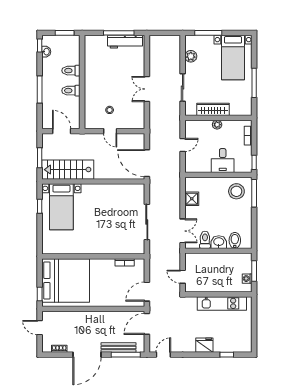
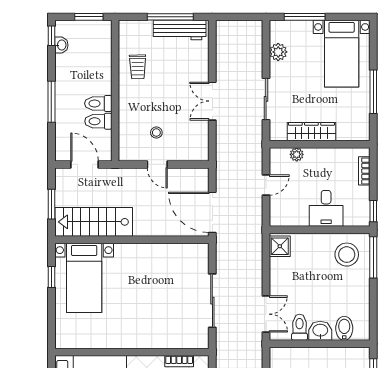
trolley: (97, 66) -> (138, 67), added
toilet: (71, 71) -> (98, 121), moved
plant: (217, 125) -> (297, 154), moved
shower: (192, 199) -> (280, 246), moved

